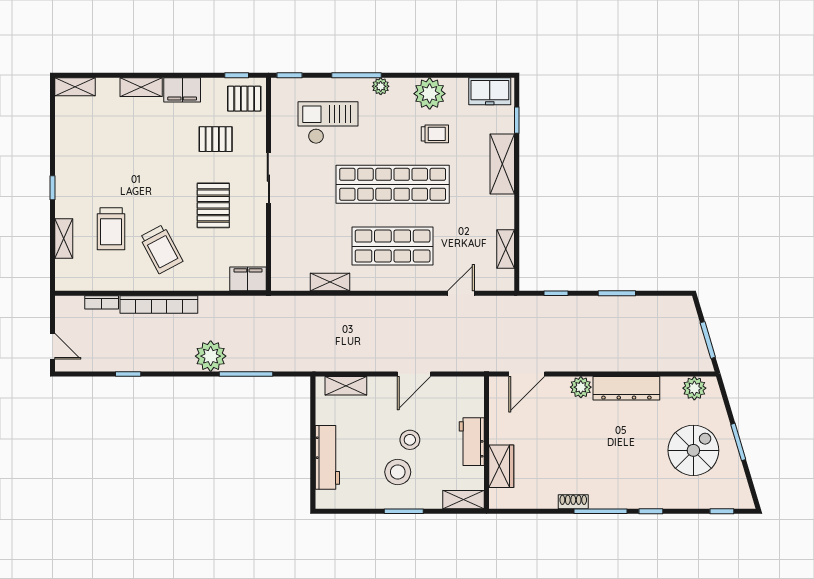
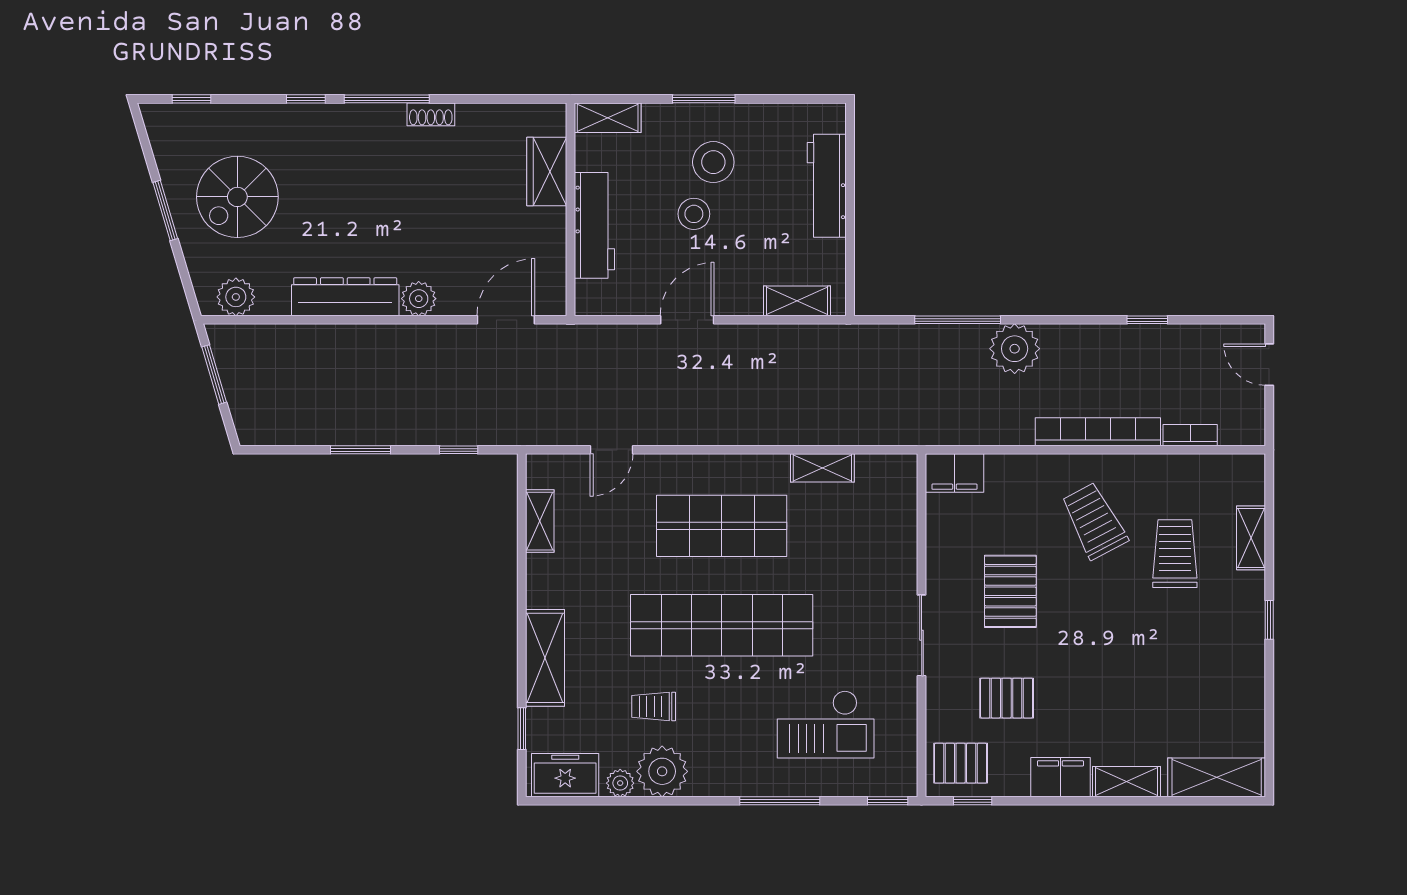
plant: (381, 86) -> (620, 783), moved
shelving: (75, 87) -> (1217, 777), width x1.50, depth x1.33
workbench: (472, 442) -> (594, 225), width x1.38

